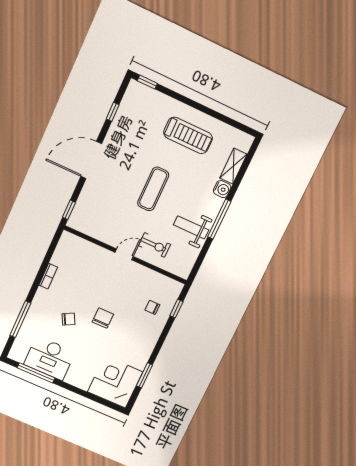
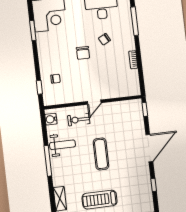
water cooler: (222, 189) -> (51, 119), moved

